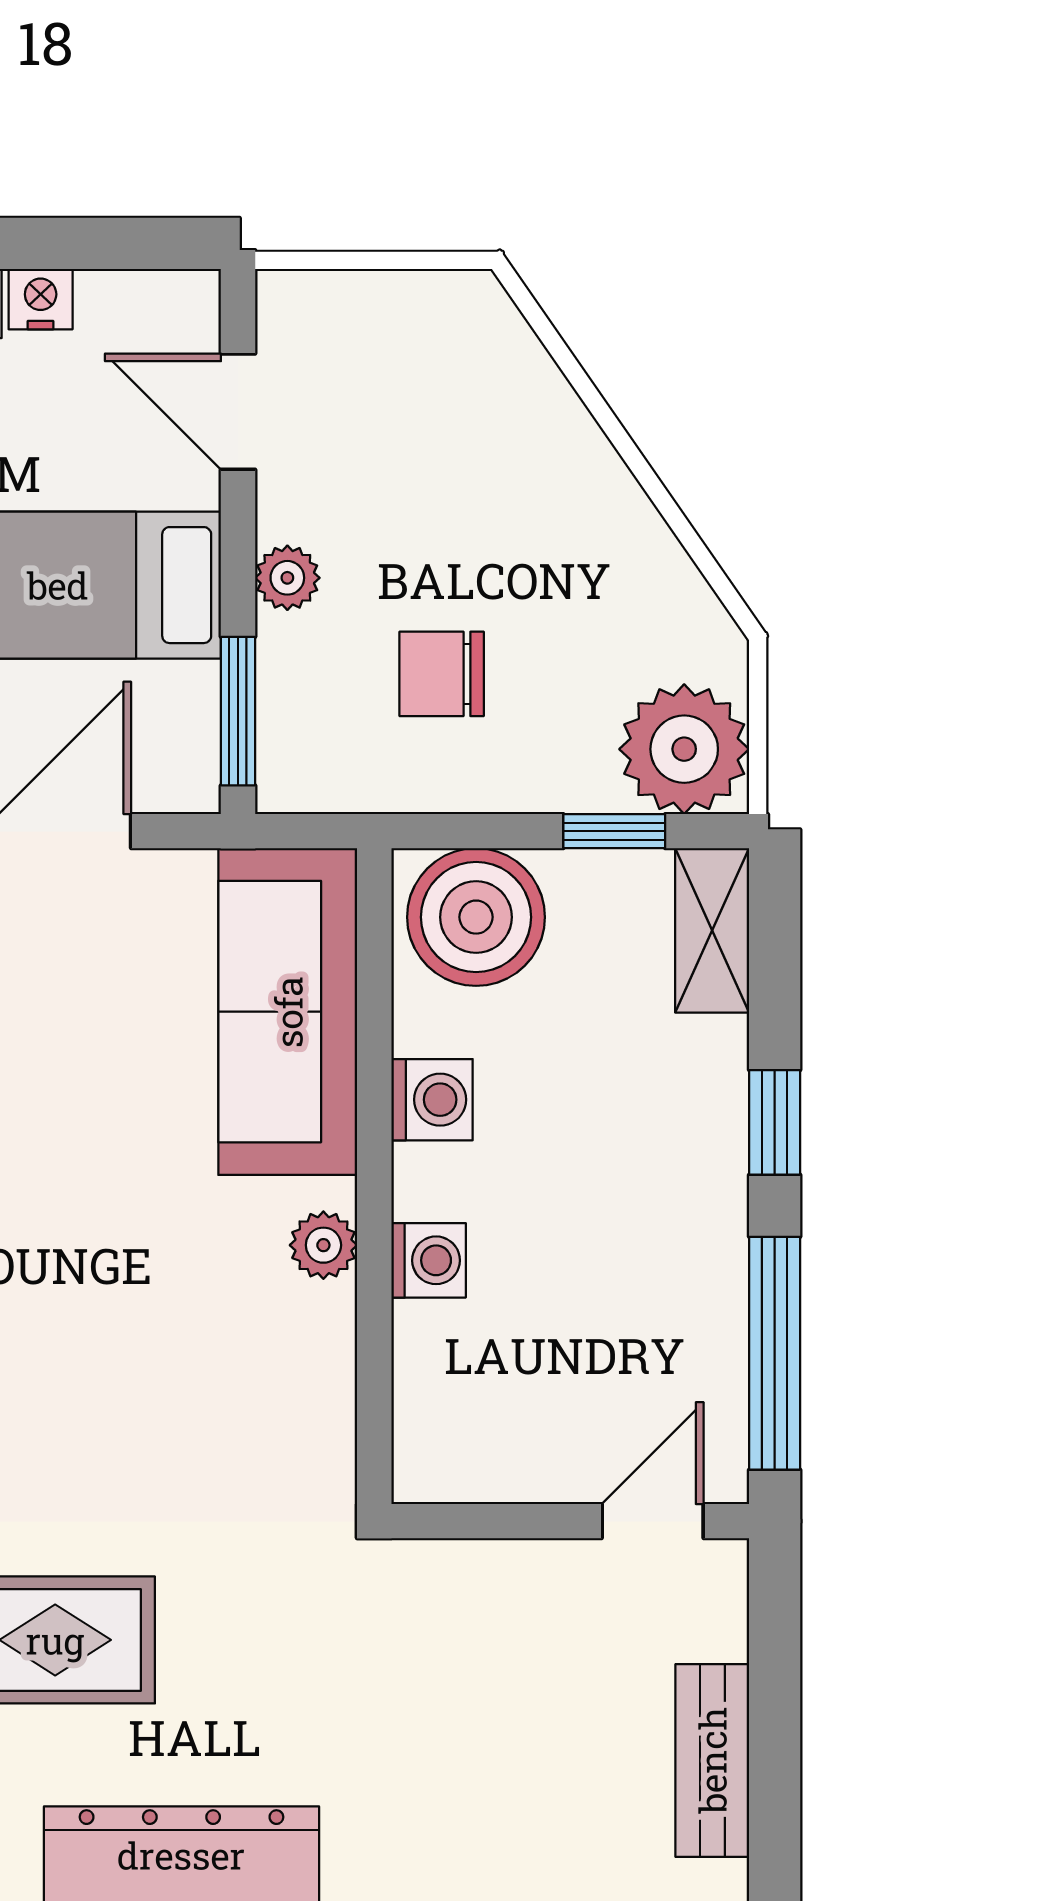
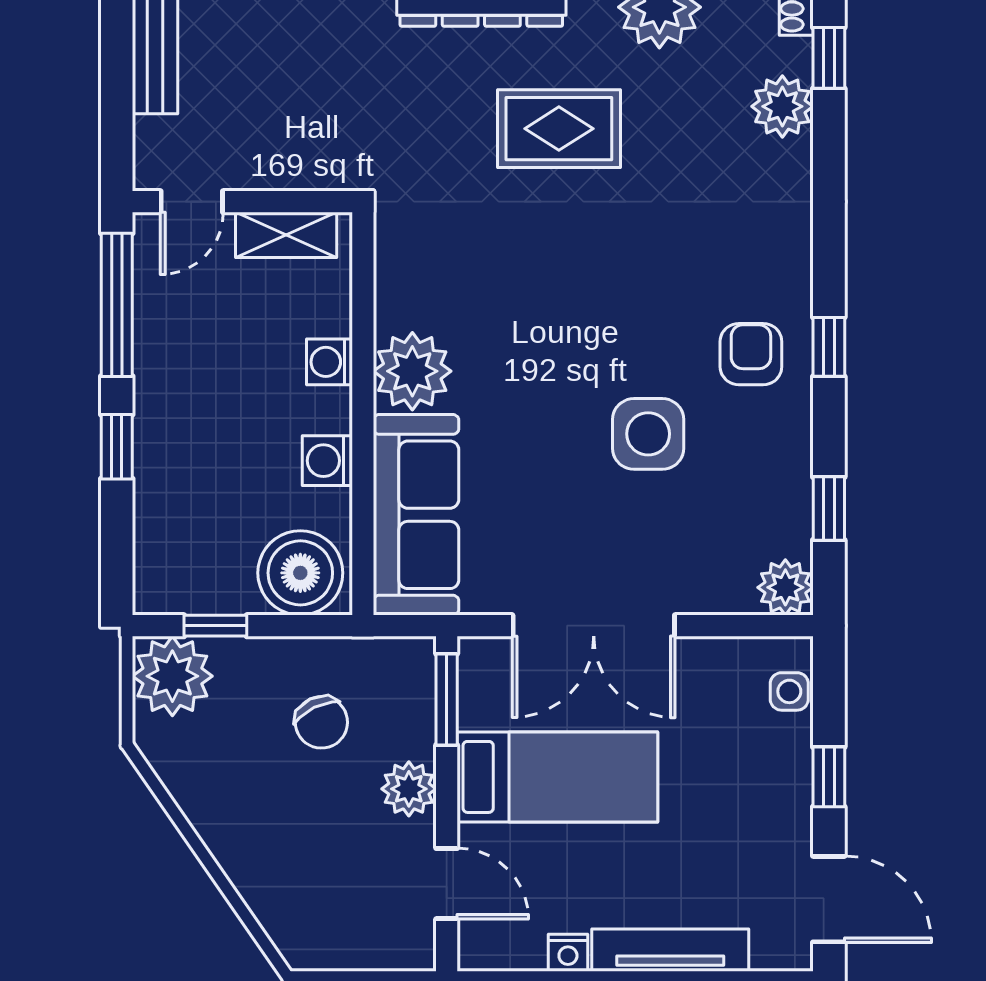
plant: (287, 578) -> (409, 789), width x1.38, depth x1.38
chair: (442, 674) -> (321, 722), turned 64
shelving: (712, 930) -> (286, 235), moved, turned 90
plant: (323, 1245) -> (412, 371), width x1.87, depth x1.87

